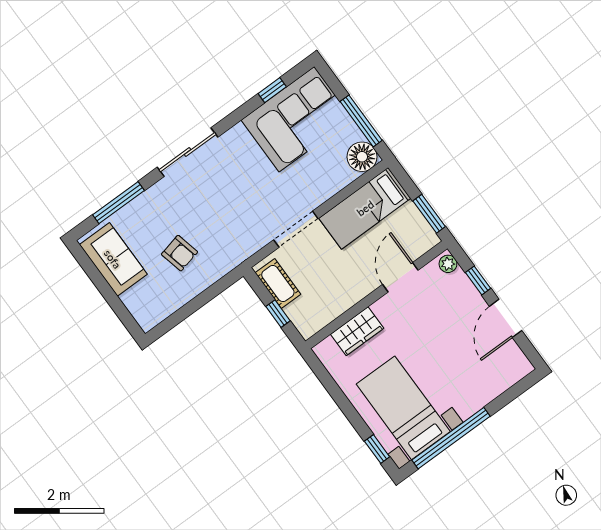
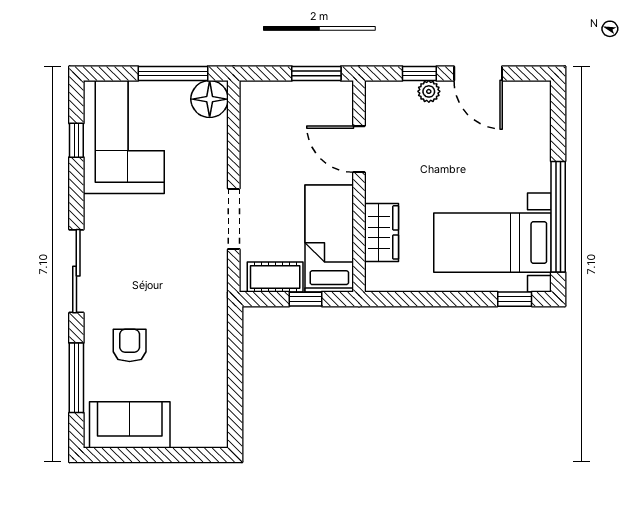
bed: (365, 208) -> (329, 238), moved, turned 180
armchair: (180, 253) -> (130, 345), moved, turned -77
plant: (448, 264) -> (429, 91), moved

